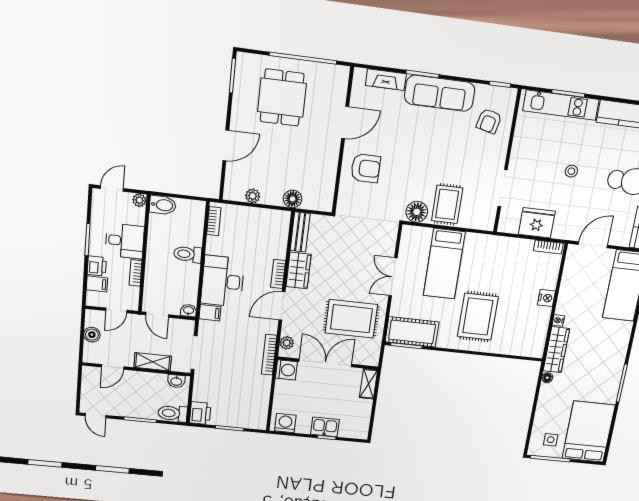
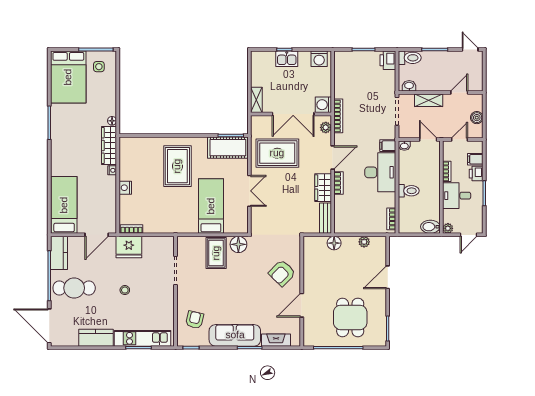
armchair: (366, 168) -> (282, 273), turned -45
fridge: (537, 223) -> (129, 247), moved

